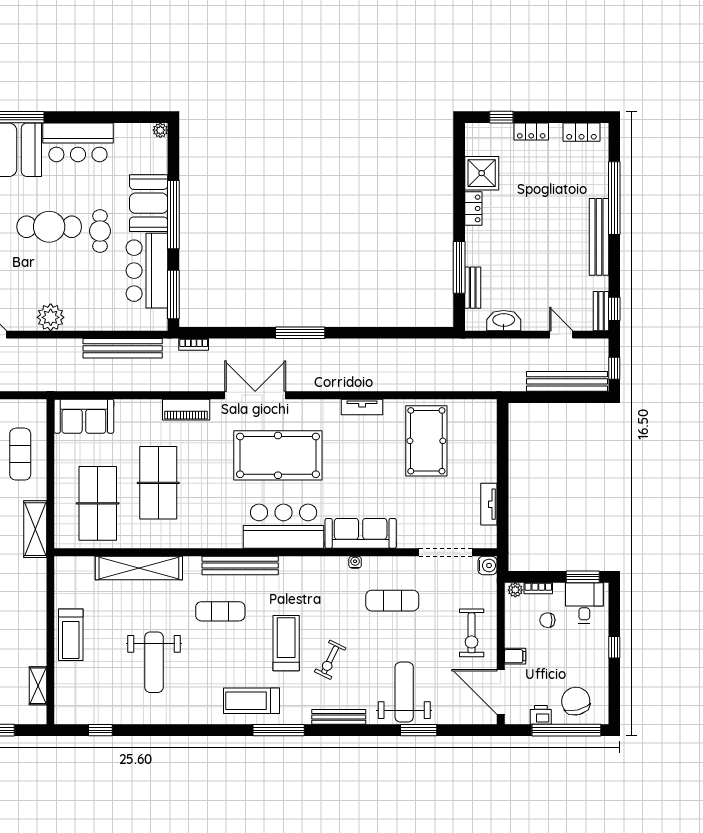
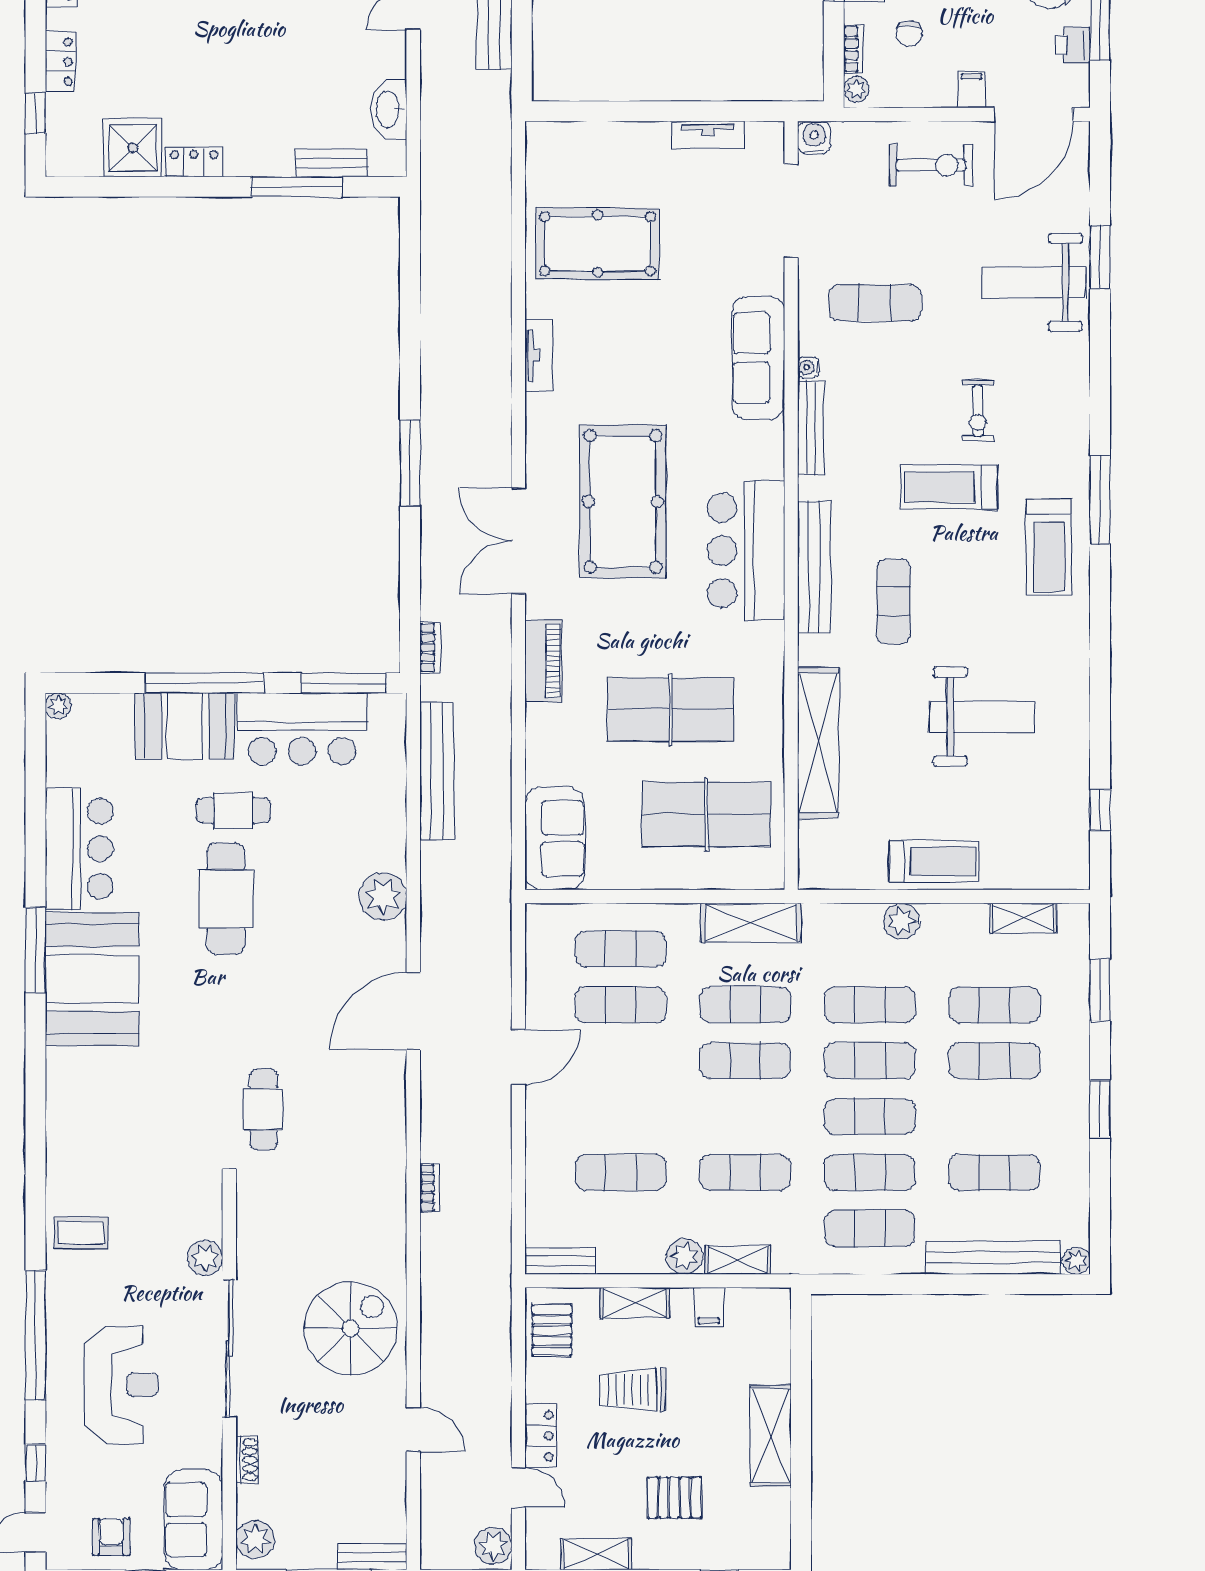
bar counter: (284, 526) -> (746, 550), moved
exercise mat: (392, 601) -> (875, 303), turned 90
plant: (36, 616) -> (901, 921), added
exercise bike: (330, 660) -> (978, 411), turned 64
bench: (339, 717) -> (811, 428), moved

